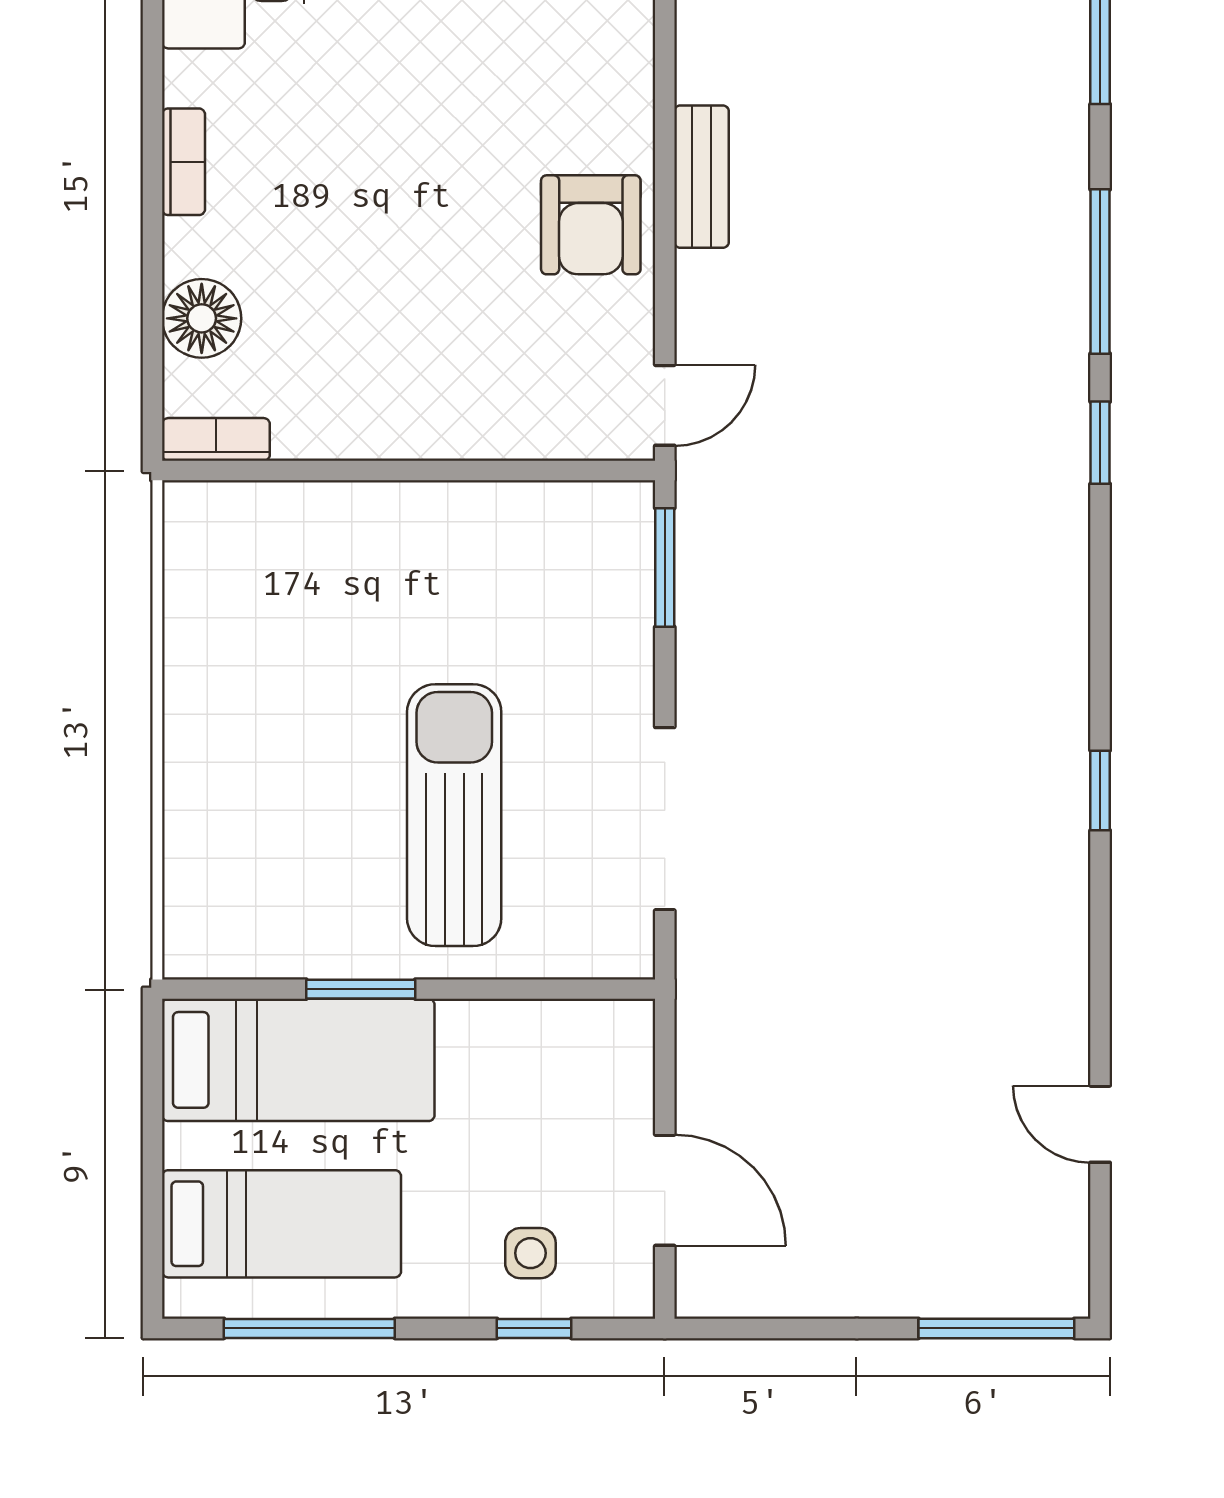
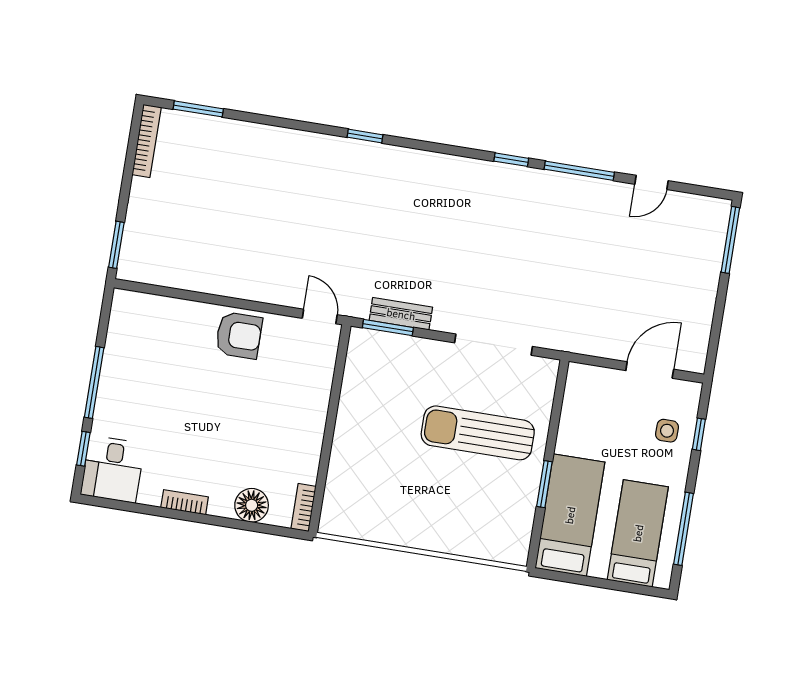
bench: (702, 177) -> (401, 314), moved
window: (1100, 272) -> (579, 171), moved

